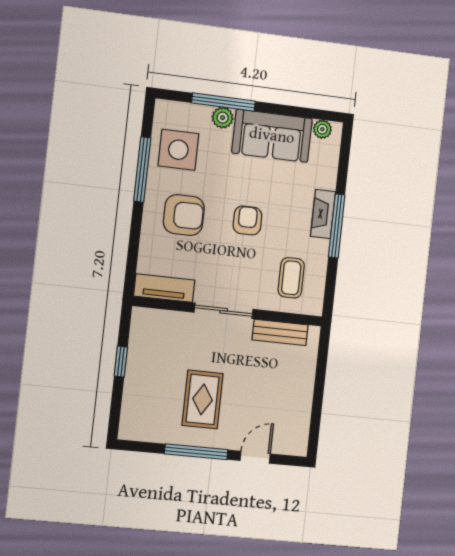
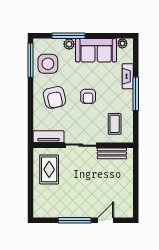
window: (142, 169) -> (30, 60), moved
fireplace: (323, 214) -> (128, 76), moved
armchair: (184, 215) -> (54, 97), turned 78
armchair: (247, 220) -> (88, 96), turned 180
window: (121, 362) -> (30, 177), removed
rug: (203, 399) -> (49, 169), moved

